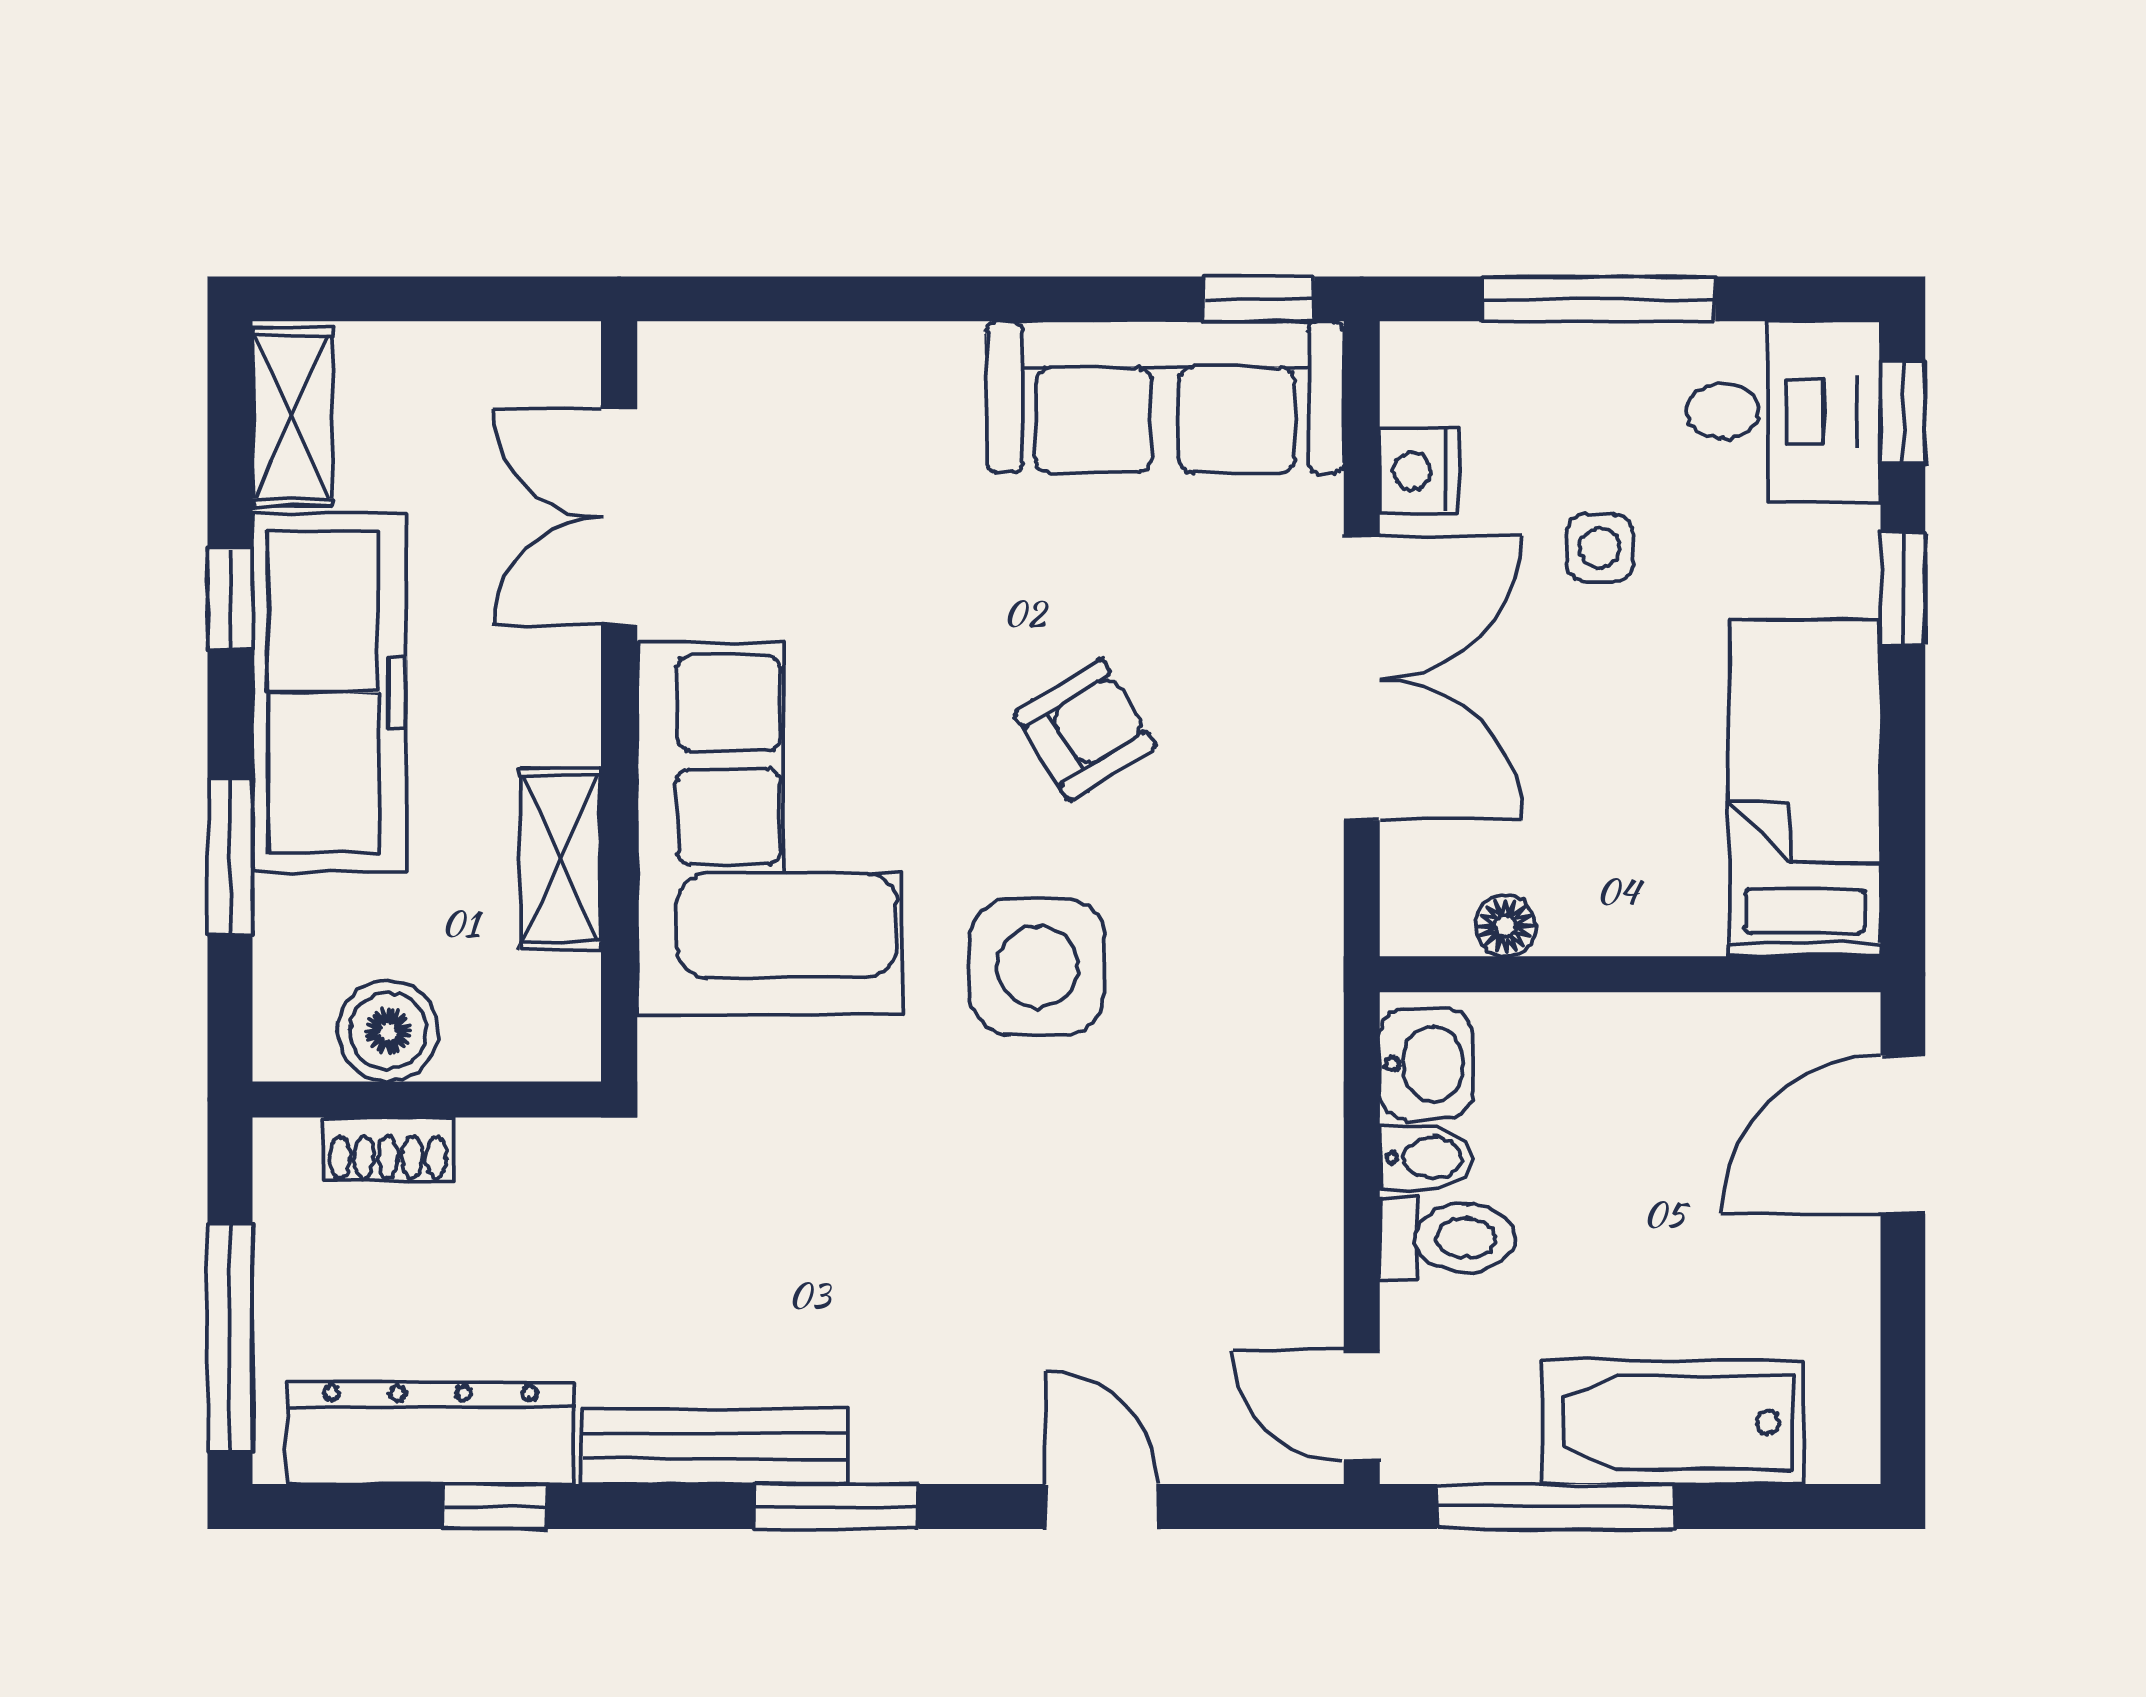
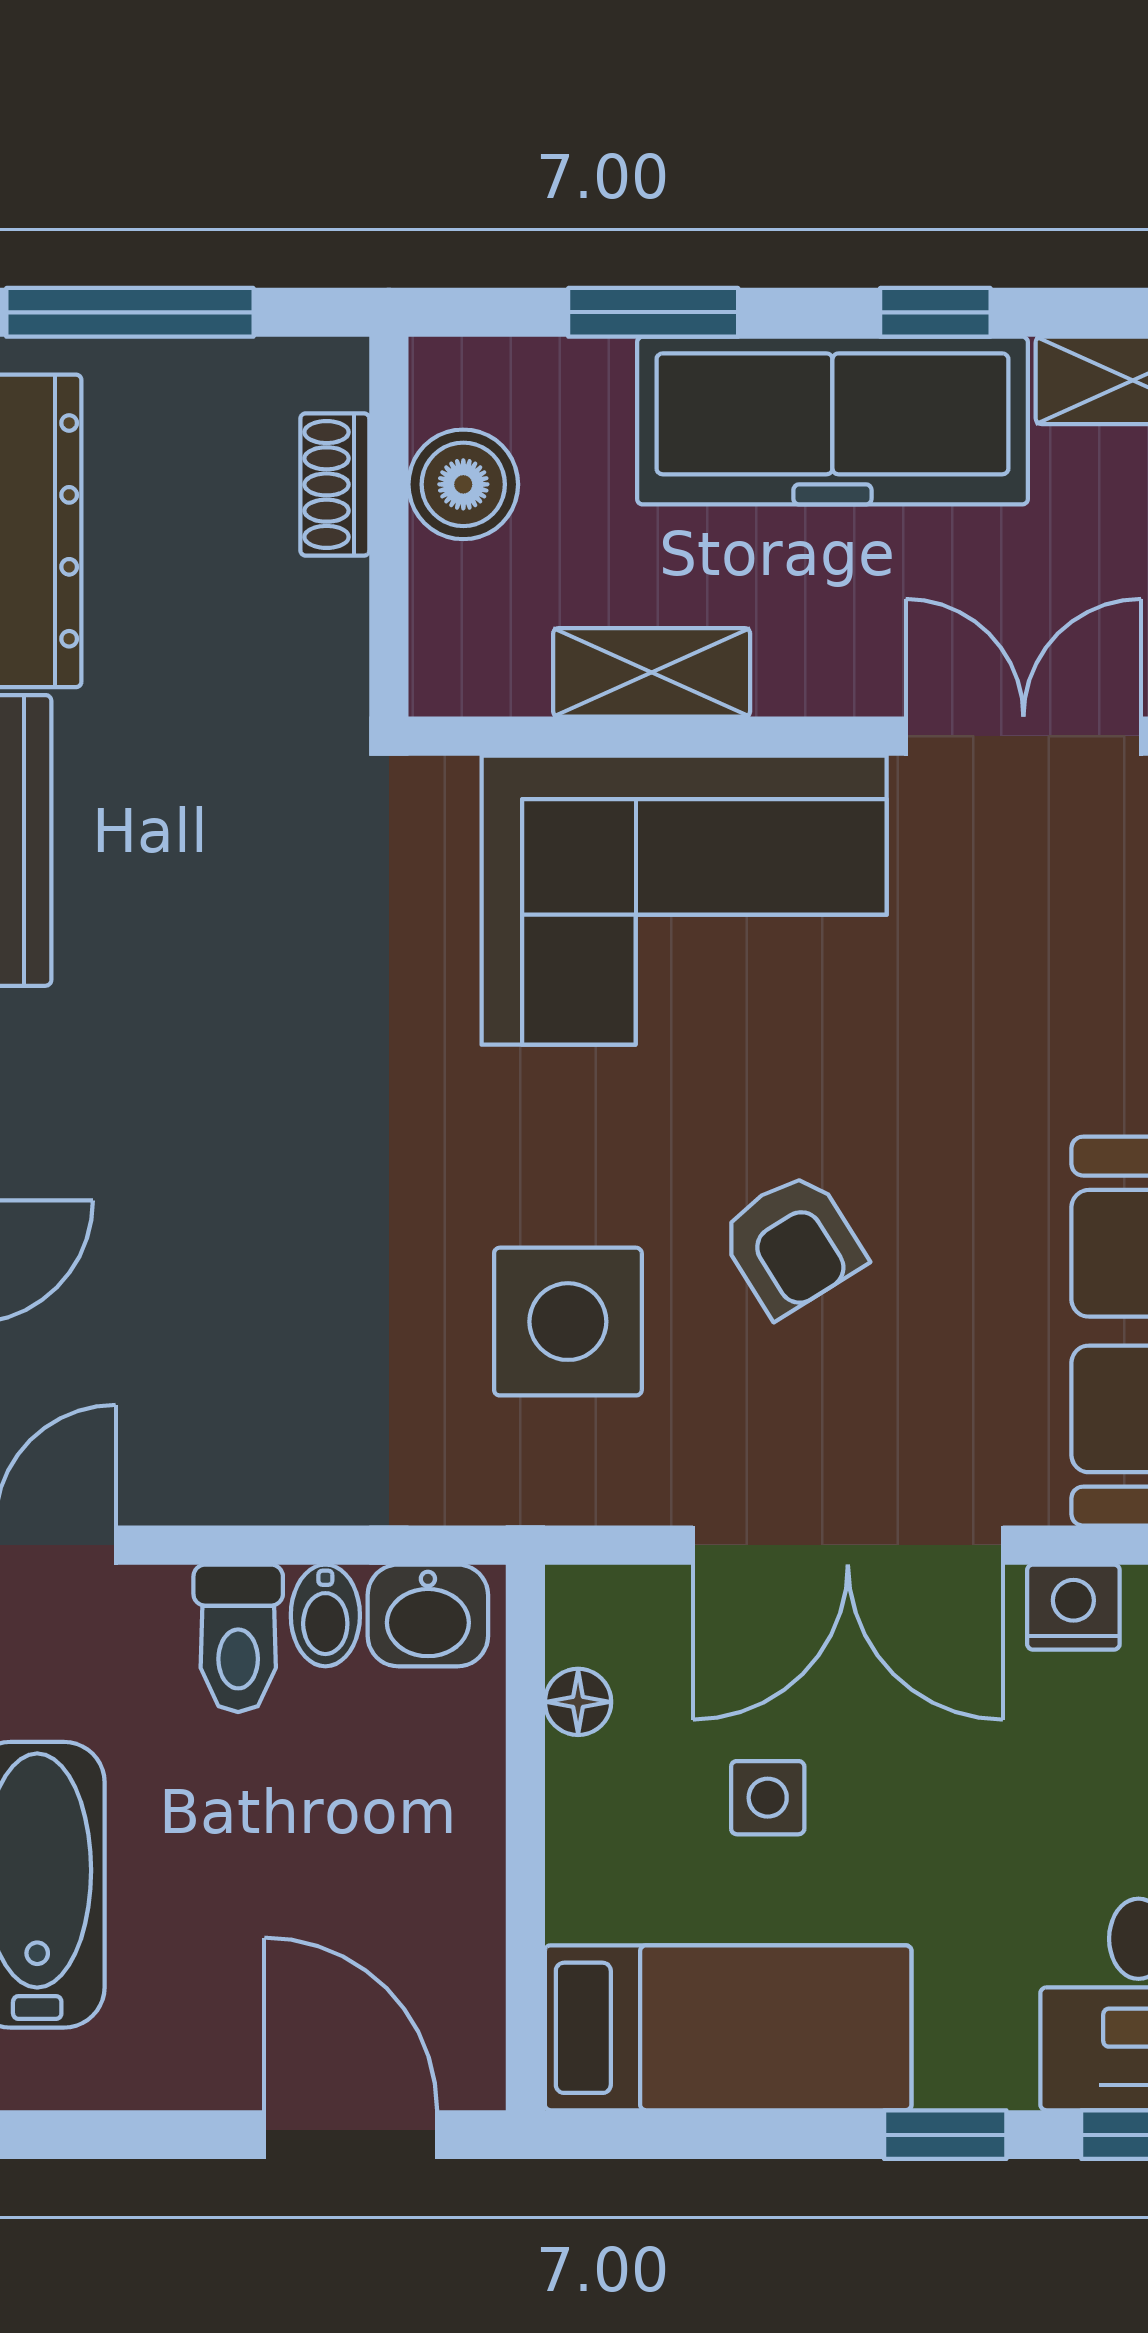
side table: (1600, 548) -> (768, 1798), moved
side table: (1037, 967) -> (568, 1322), moved

